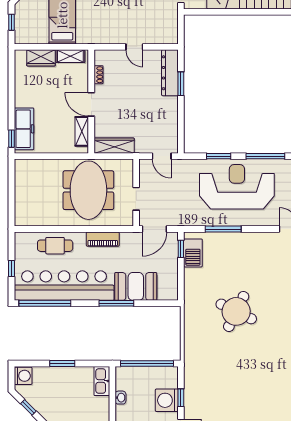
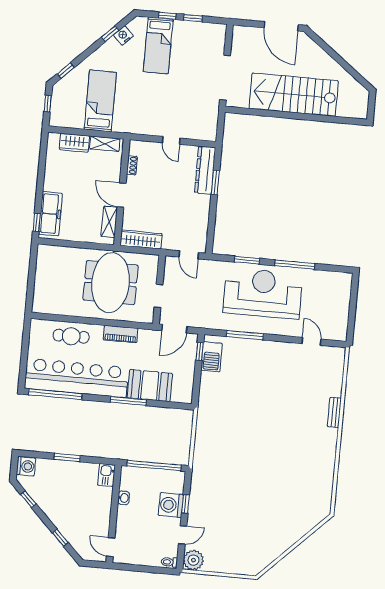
window: (11, 269) -> (24, 356), removed
round table: (236, 311) -> (250, 421), removed
kitchen sink: (102, 381) -> (106, 475), width x0.73

